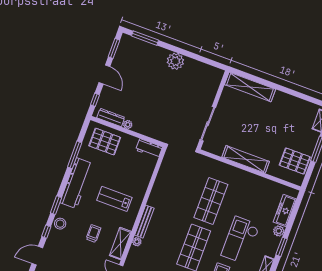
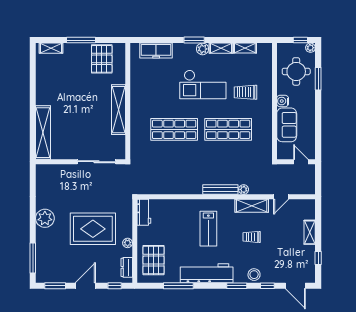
rug: (151, 99) -> (93, 229), added
dresser: (111, 118) -> (127, 267), width x0.70
plant: (279, 231) -> (203, 49), moved

